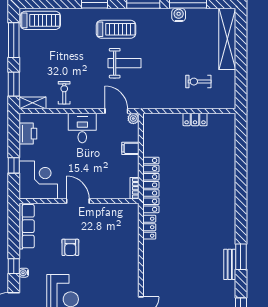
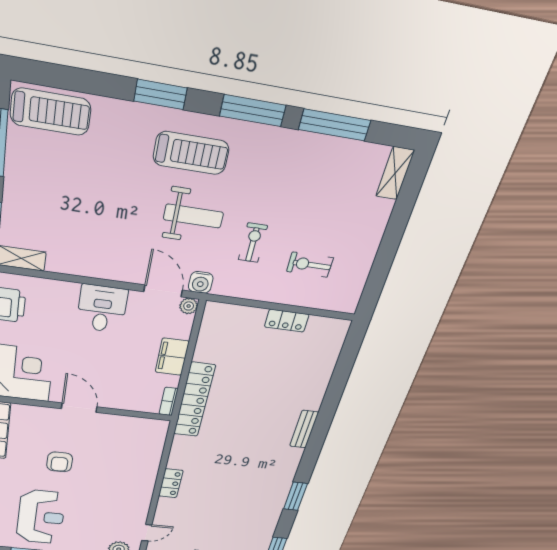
water cooler: (179, 15) -> (201, 282), moved, turned 180
shelving: (227, 39) -> (395, 173), width x0.45, depth x0.75
exercise bike: (64, 93) -> (253, 243), moved
filing cabinet: (130, 148) -> (172, 357), width x2.00
locker: (149, 227) -> (171, 483), moved
bench: (230, 264) -> (304, 429), moved

